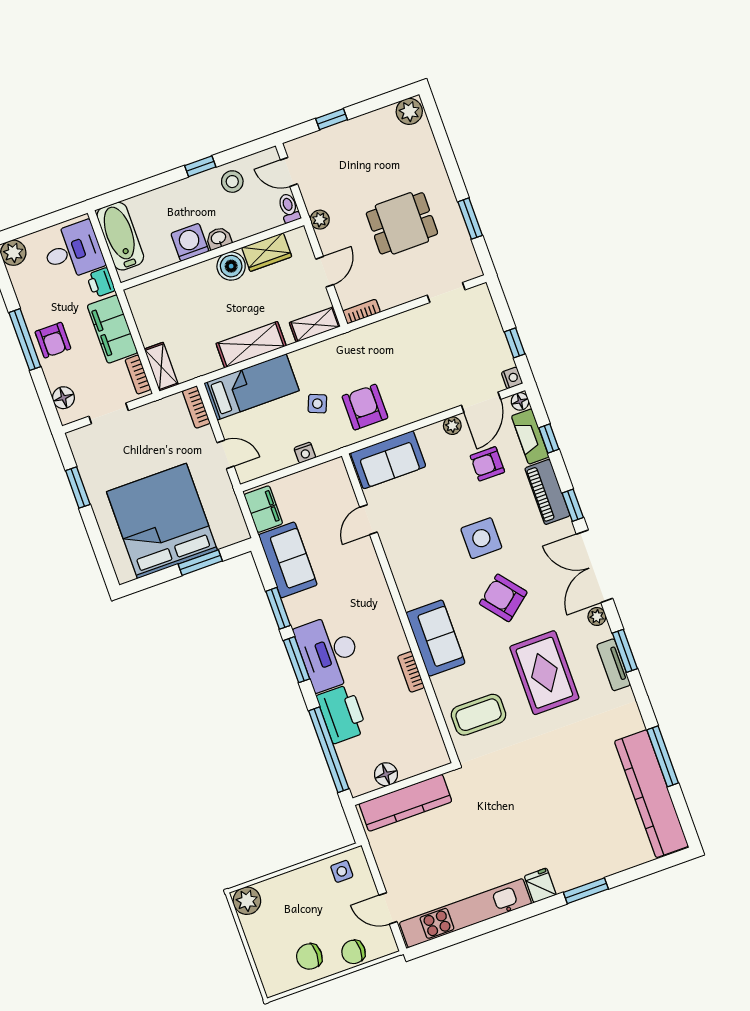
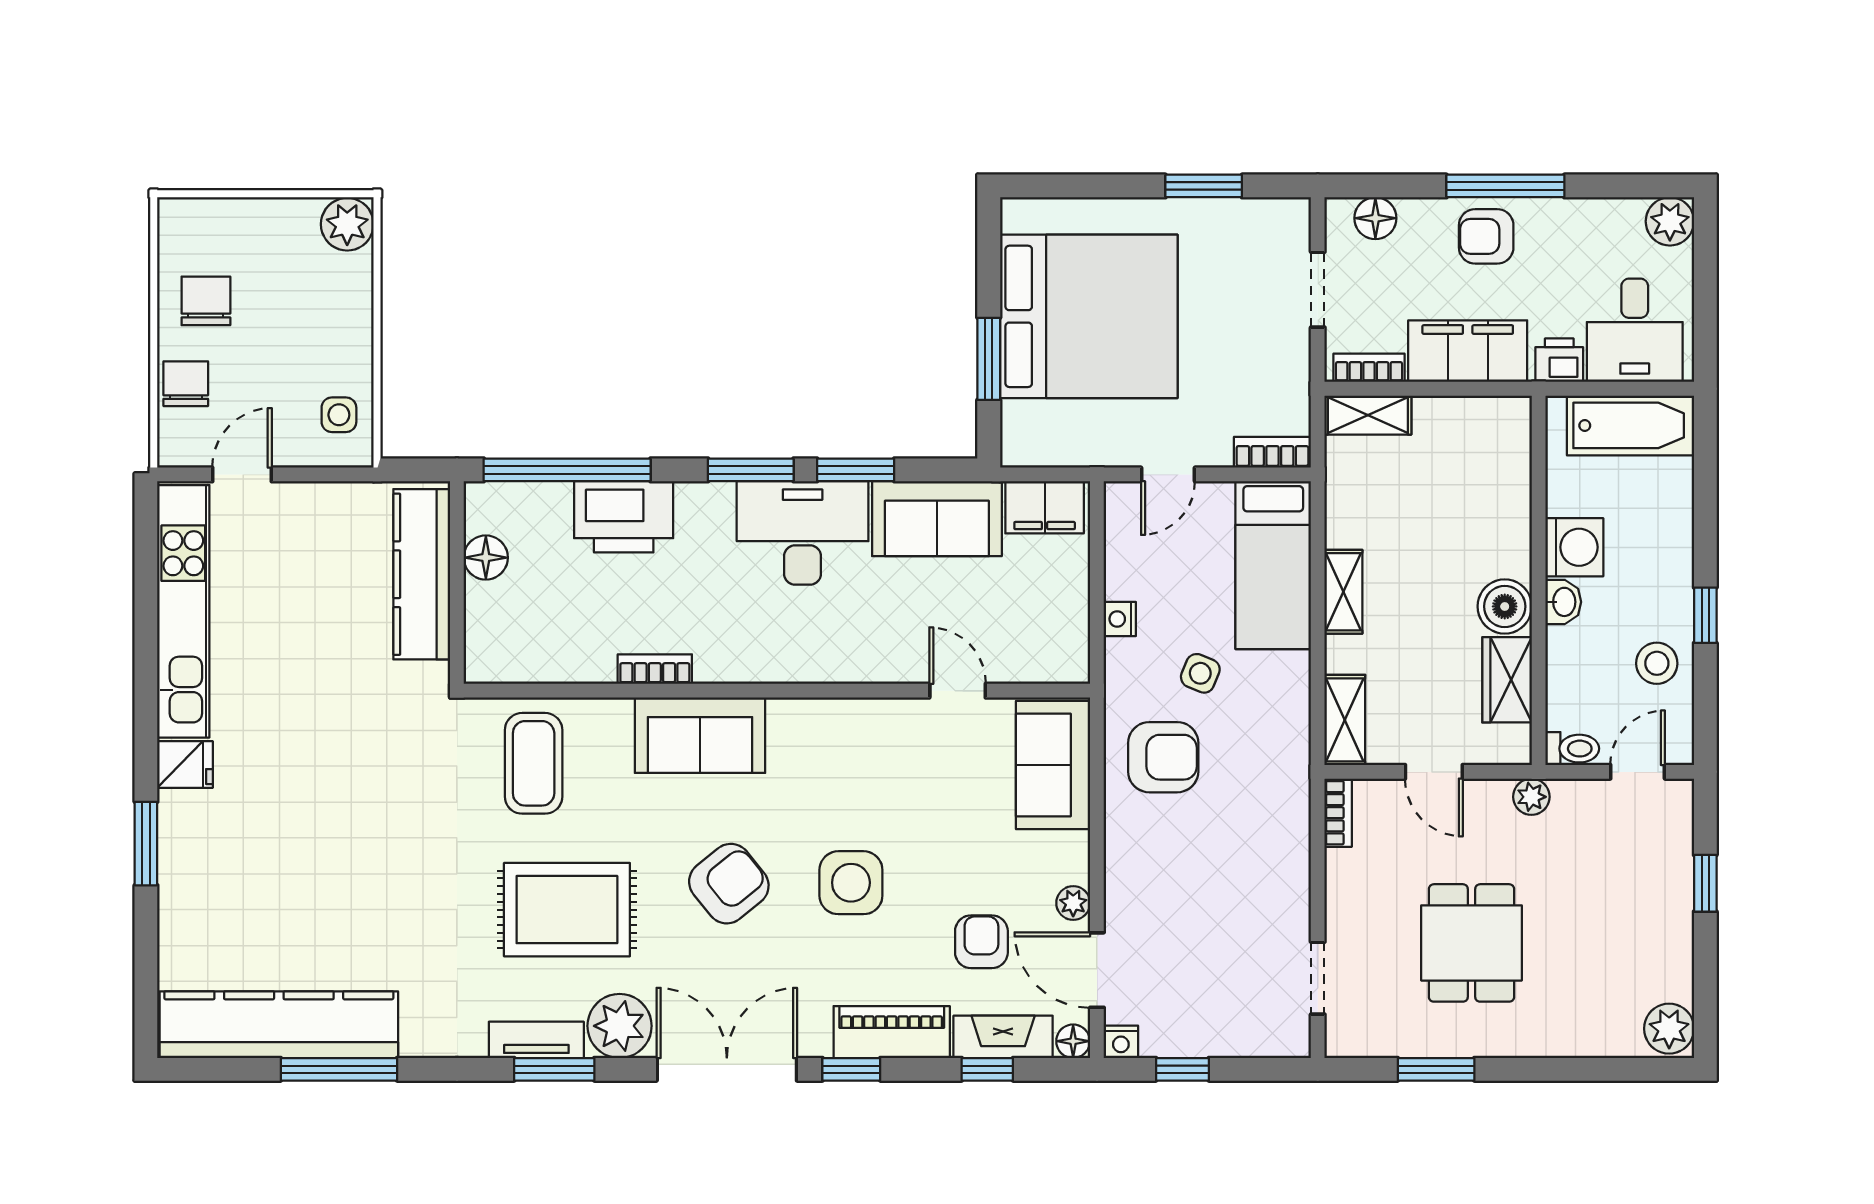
shelving: (251, 345) -> (1343, 592), width x0.67, depth x0.75
plant: (597, 616) -> (620, 1026), width x1.87, depth x1.87
desk: (329, 653) -> (803, 533), moved

